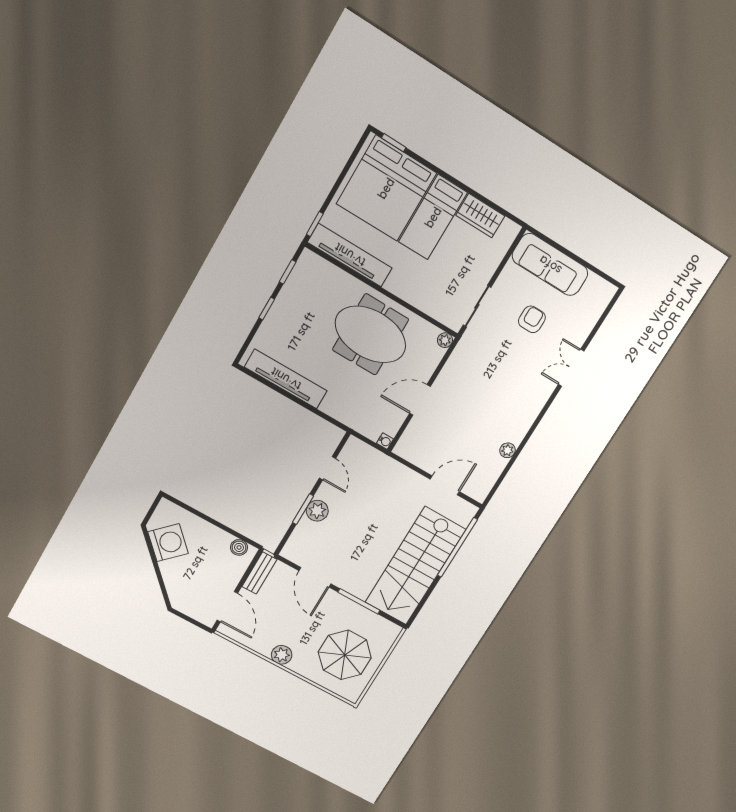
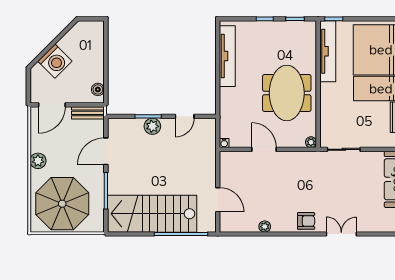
armchair: (532, 319) -> (306, 221), moved
washing machine: (168, 543) -> (55, 61), moved
parasol: (345, 655) -> (62, 204), width x1.36, depth x1.36

